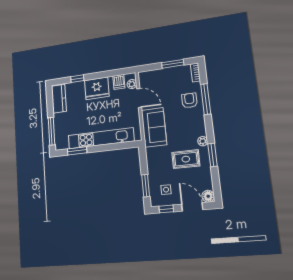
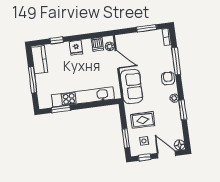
fridge: (97, 88) -> (76, 48), width x0.53, depth x0.75
armchair: (189, 100) -> (168, 78), moved
window: (51, 131) -> (33, 80), moved
rug: (186, 159) -> (143, 120), moved

